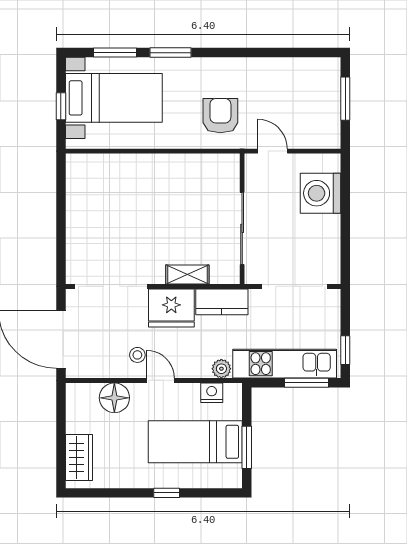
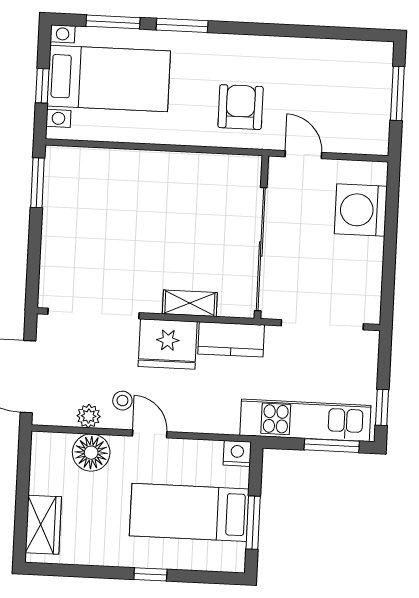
window: (61, 184) -> (37, 183), added
sliding door: (242, 228) -> (261, 249), width x1.36
plant: (221, 369) -> (89, 416), moved
nightstand: (212, 393) -> (237, 453), moved

